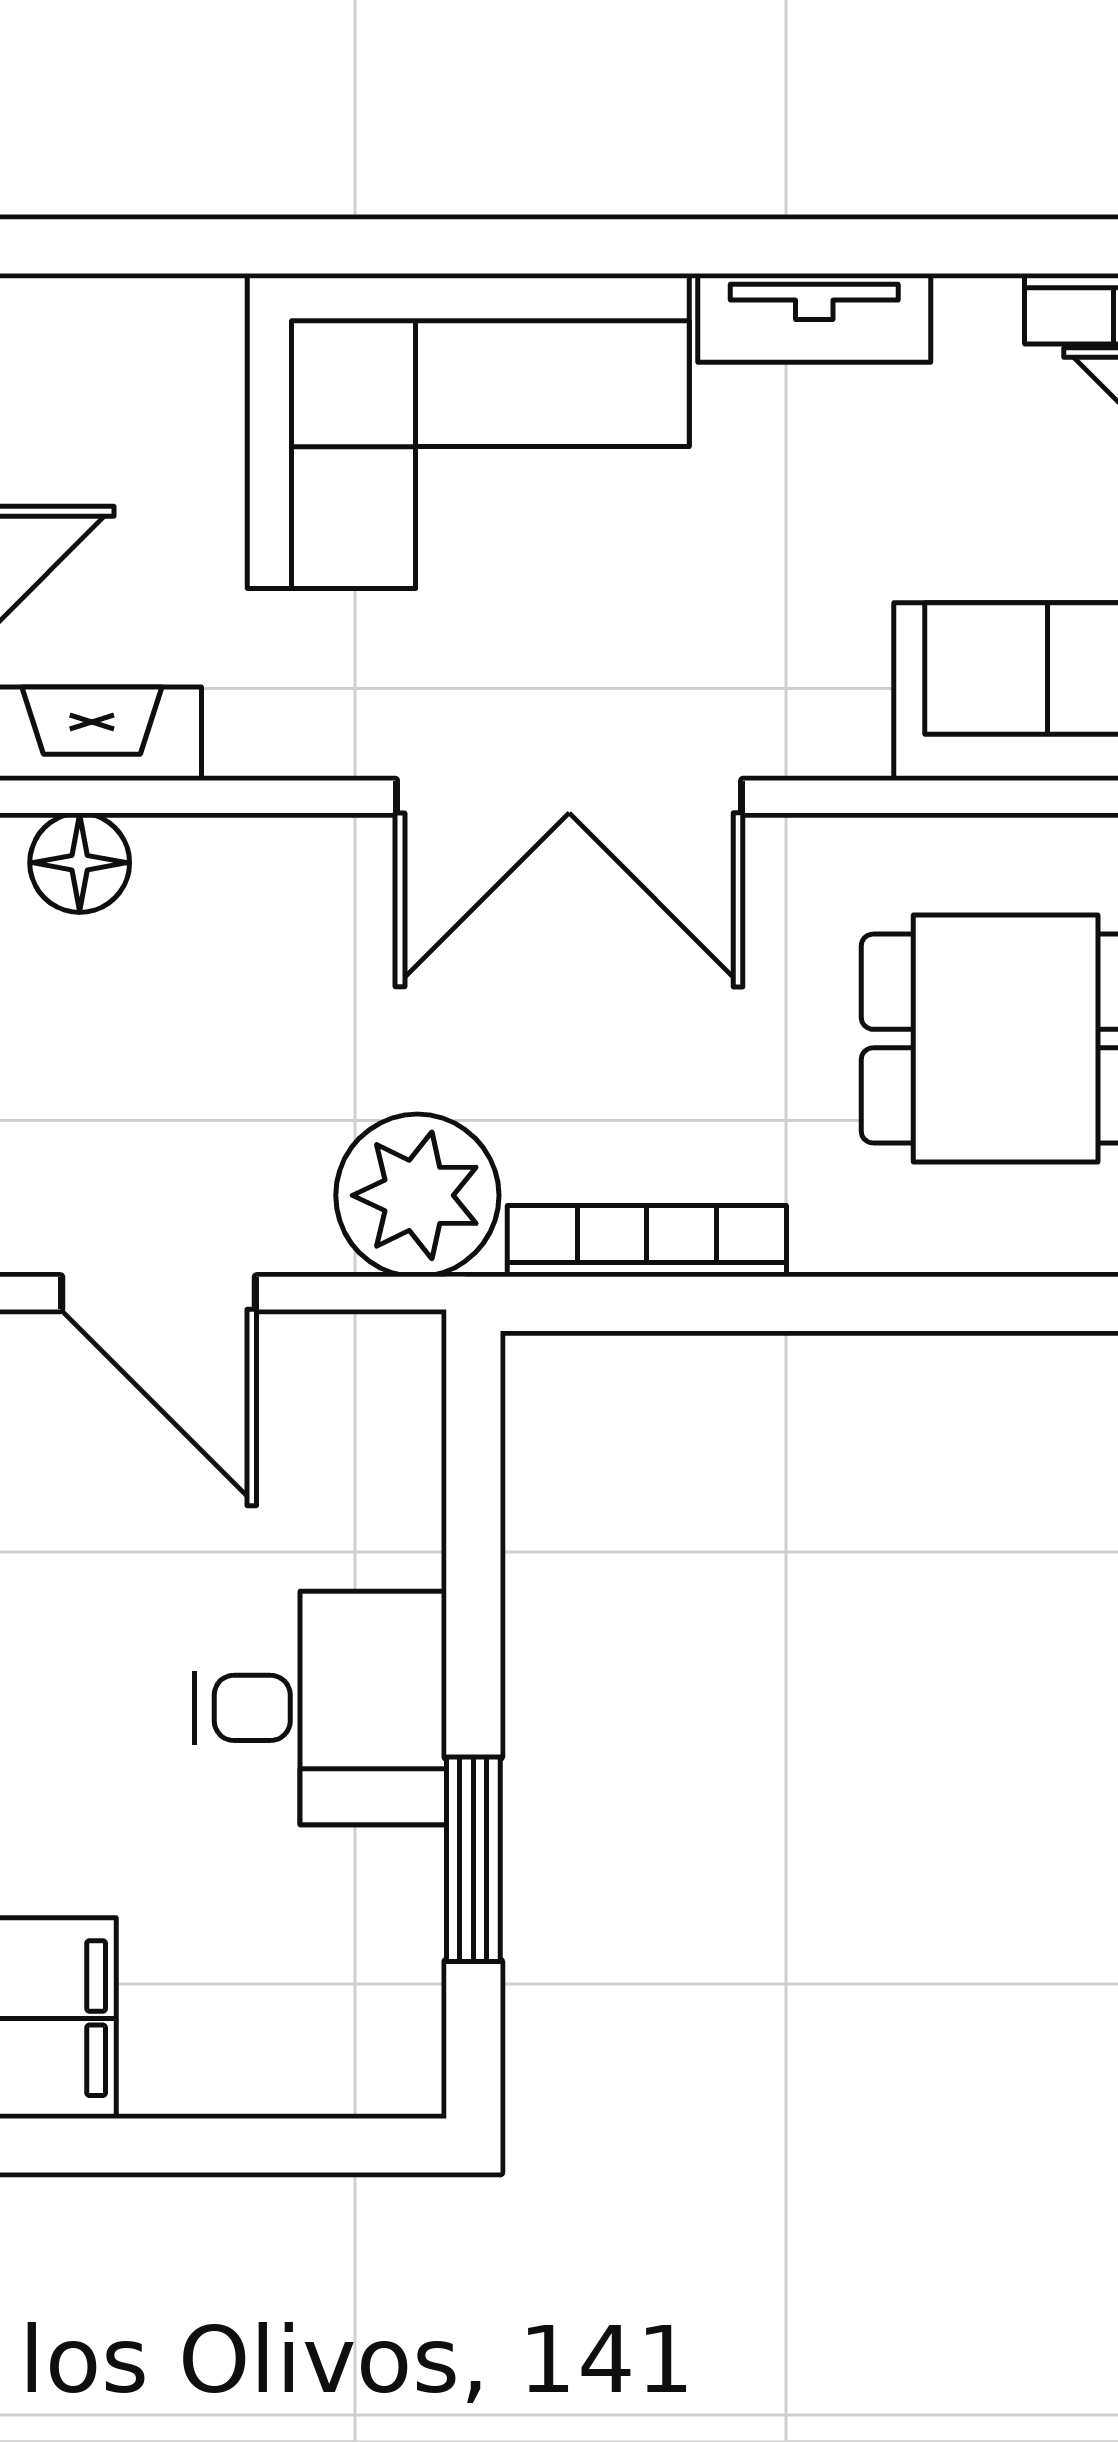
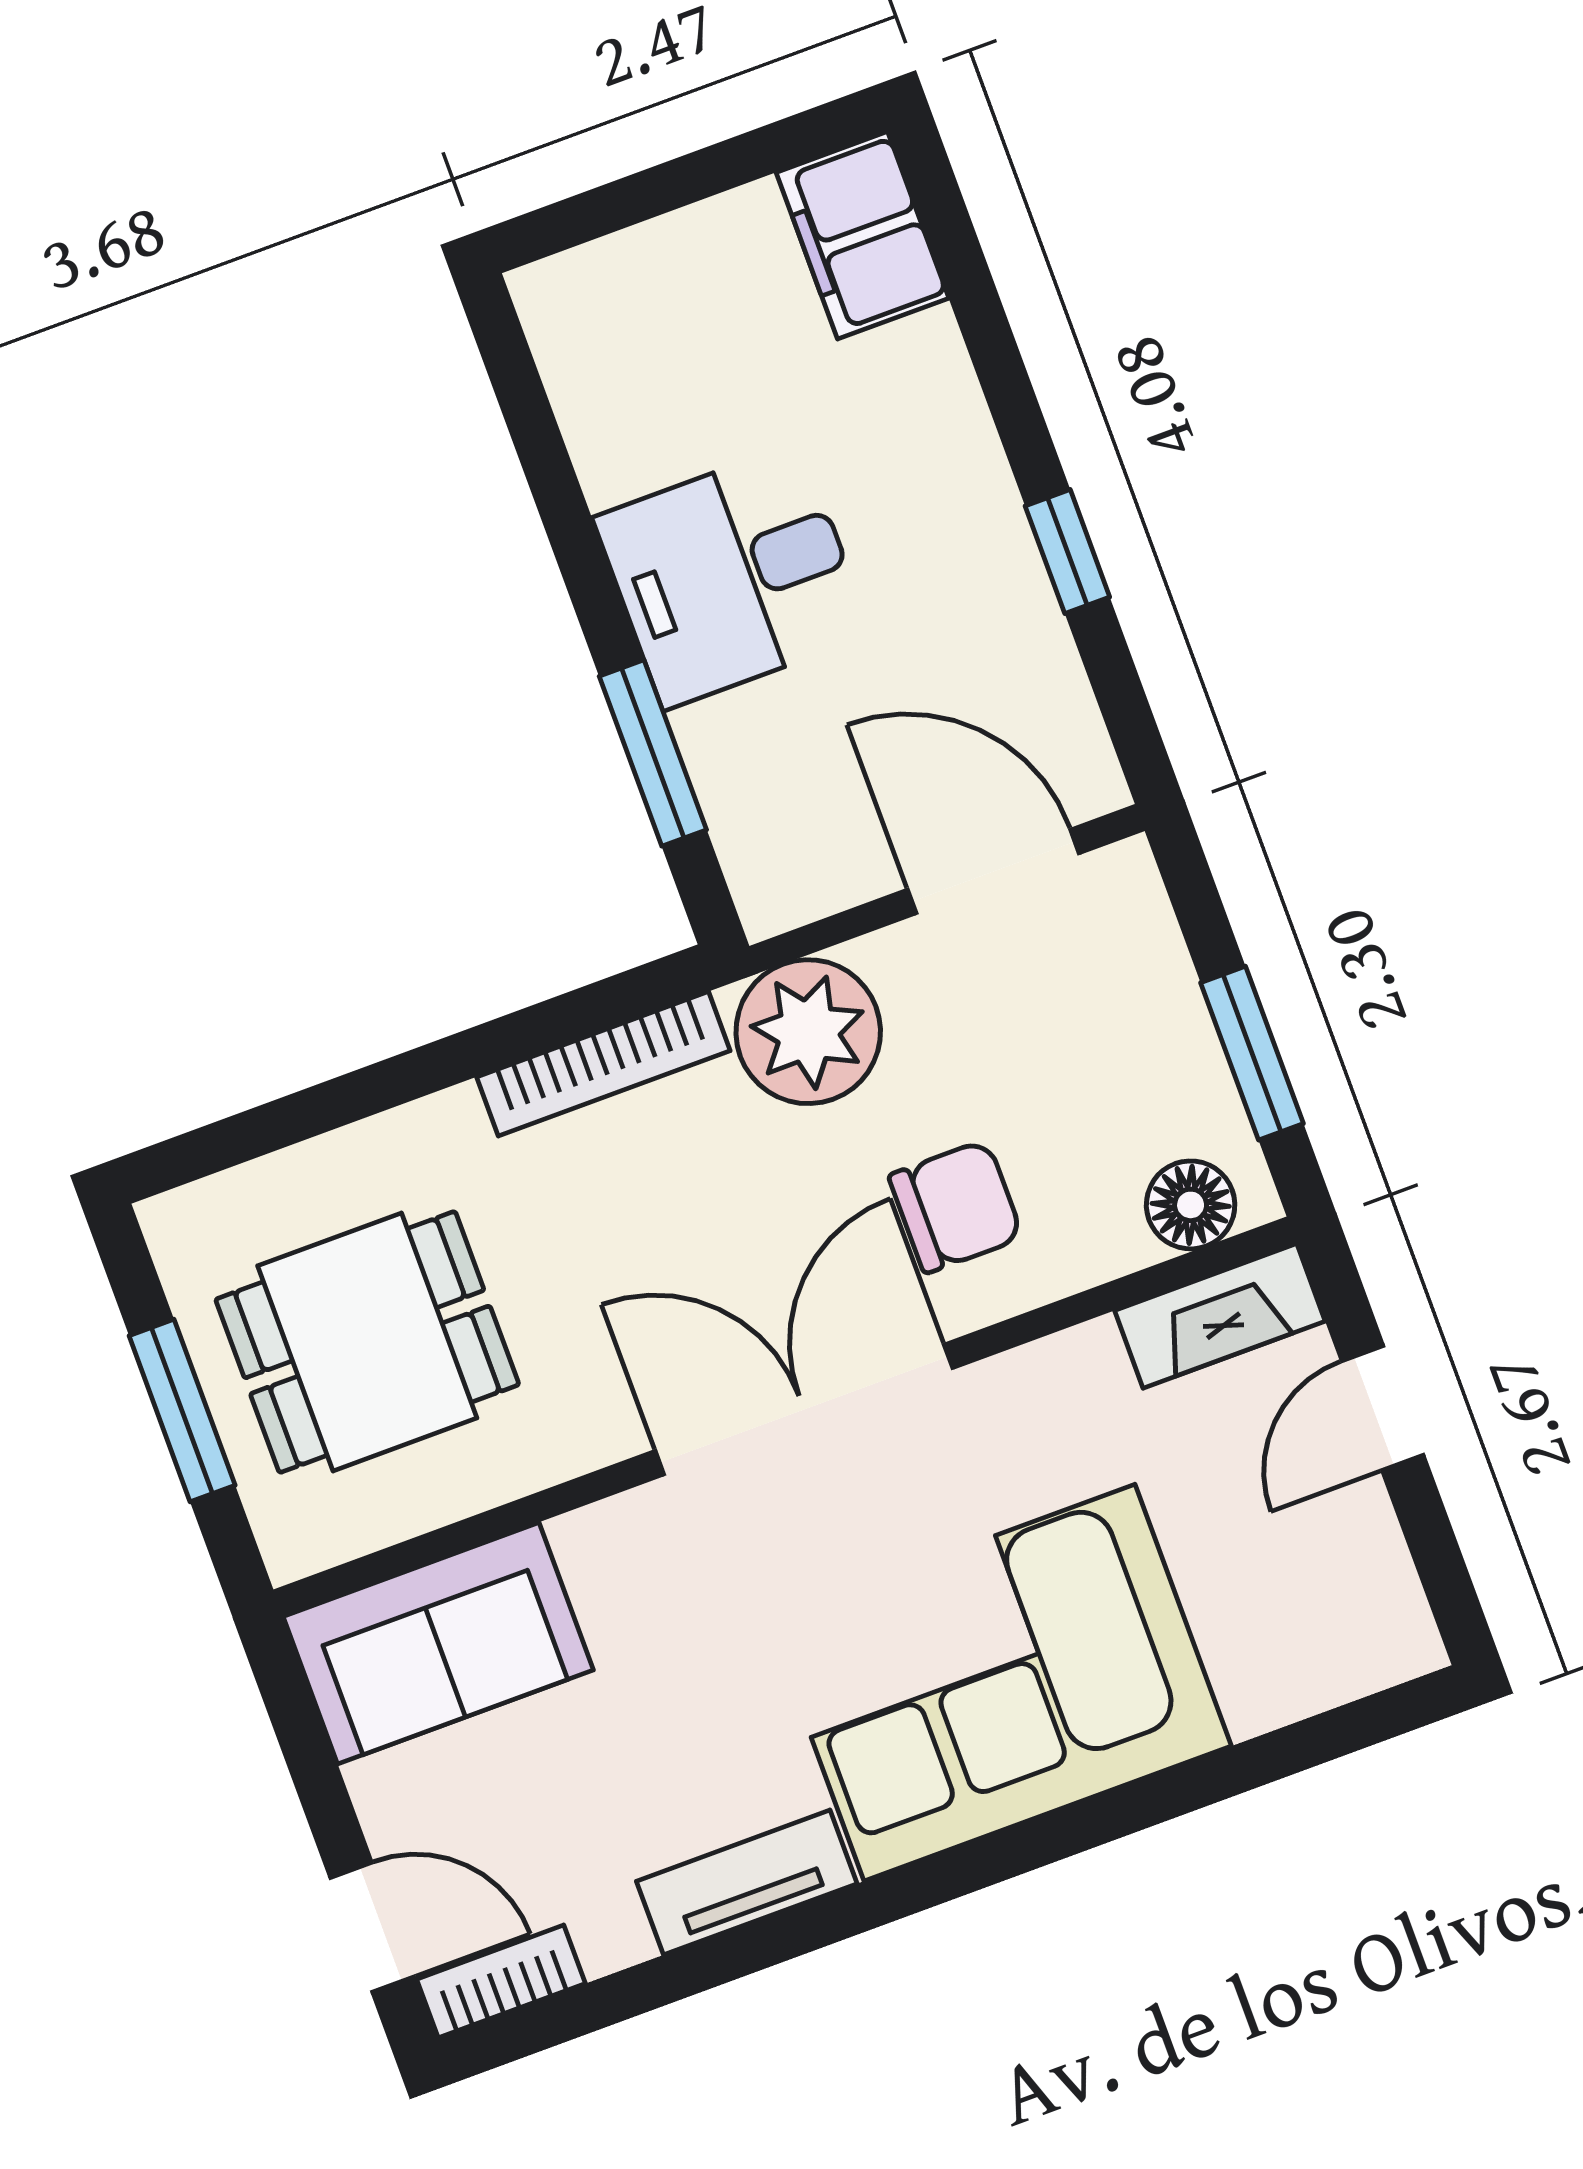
chair: (329, 953) -> (956, 1207), added
window: (473, 1859) -> (653, 753), moved

